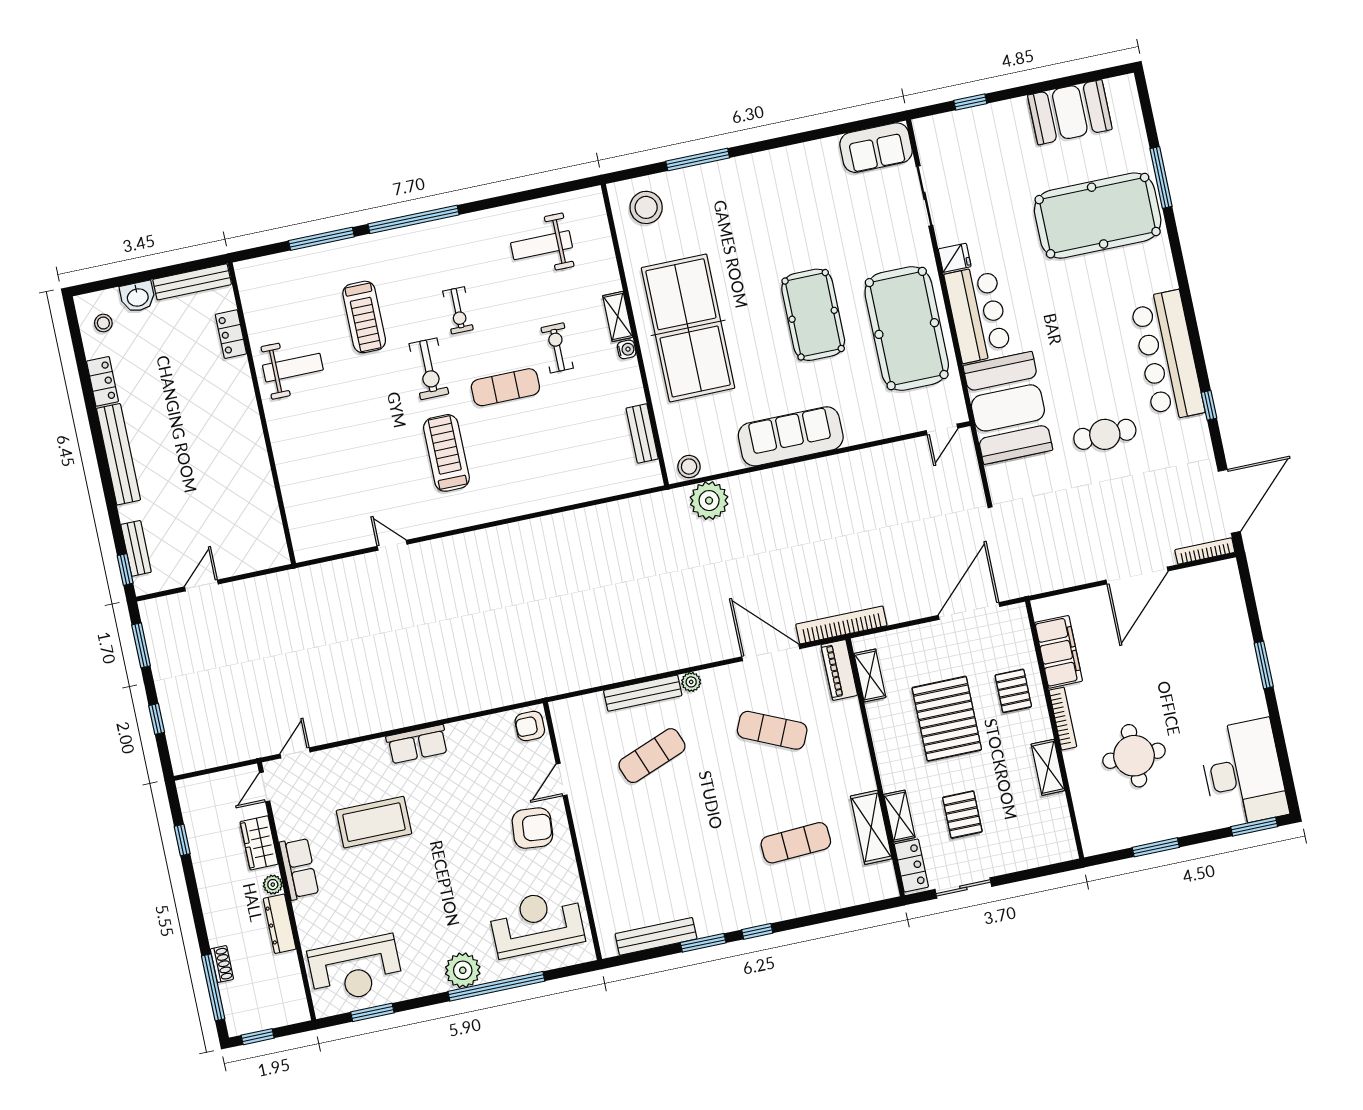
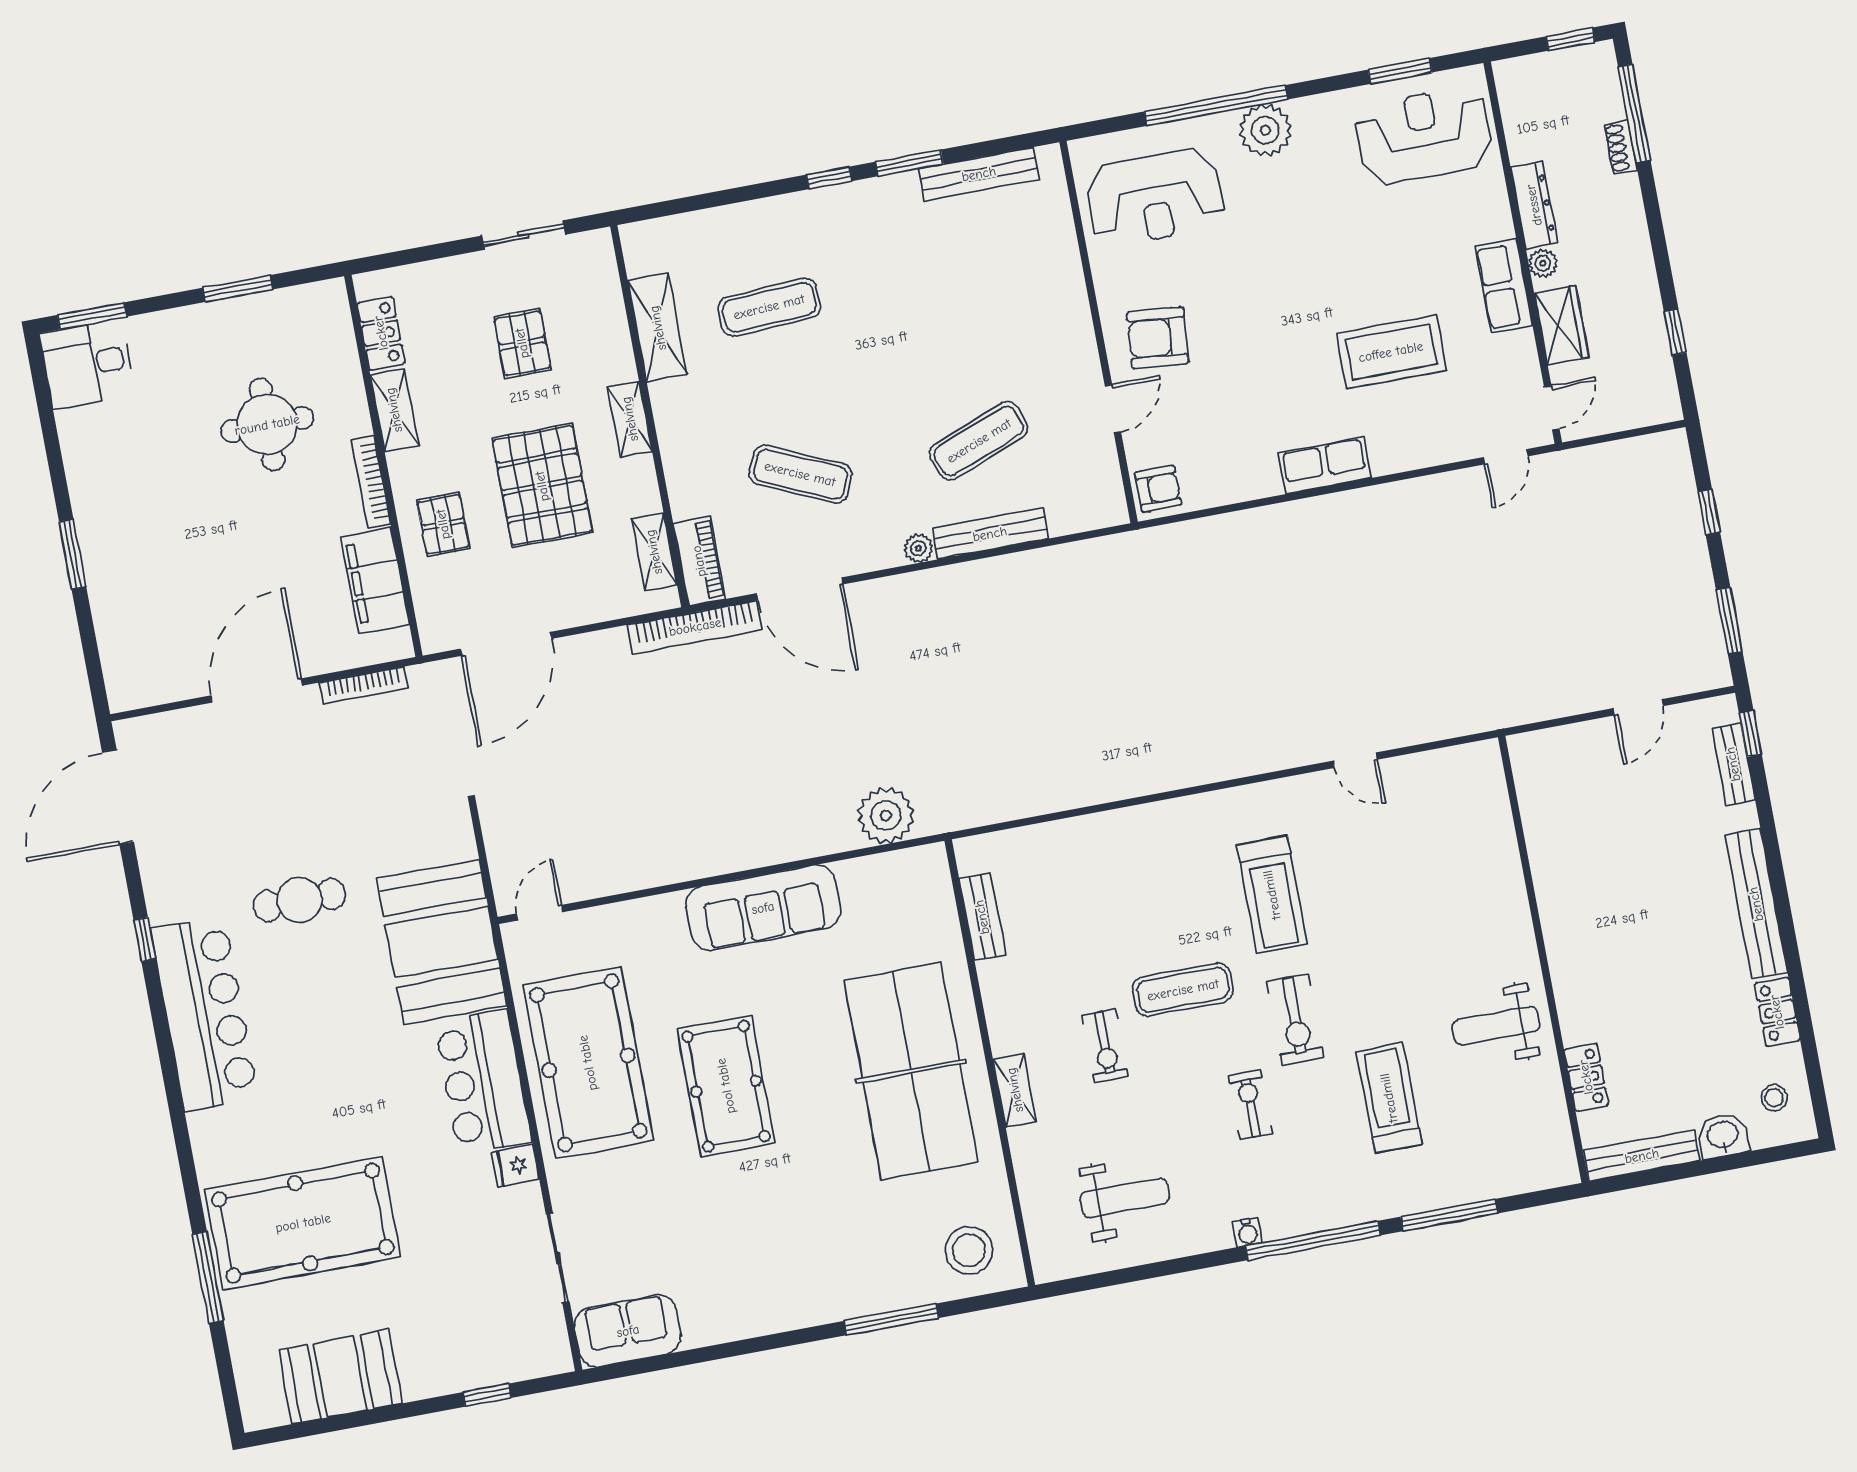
water cooler: (627, 349) -> (1248, 1232), moved, turned -90
exercise bike: (429, 369) -> (1295, 1019), turned 180
stool: (689, 467) -> (914, 866), removed
bookcase: (1205, 551) -> (364, 685), moved
desk: (1243, 773) -> (88, 364), width x0.53, depth x0.77
shelving: (899, 816) -> (630, 419), moved
locker: (911, 866) -> (381, 333), moved, turned 180

